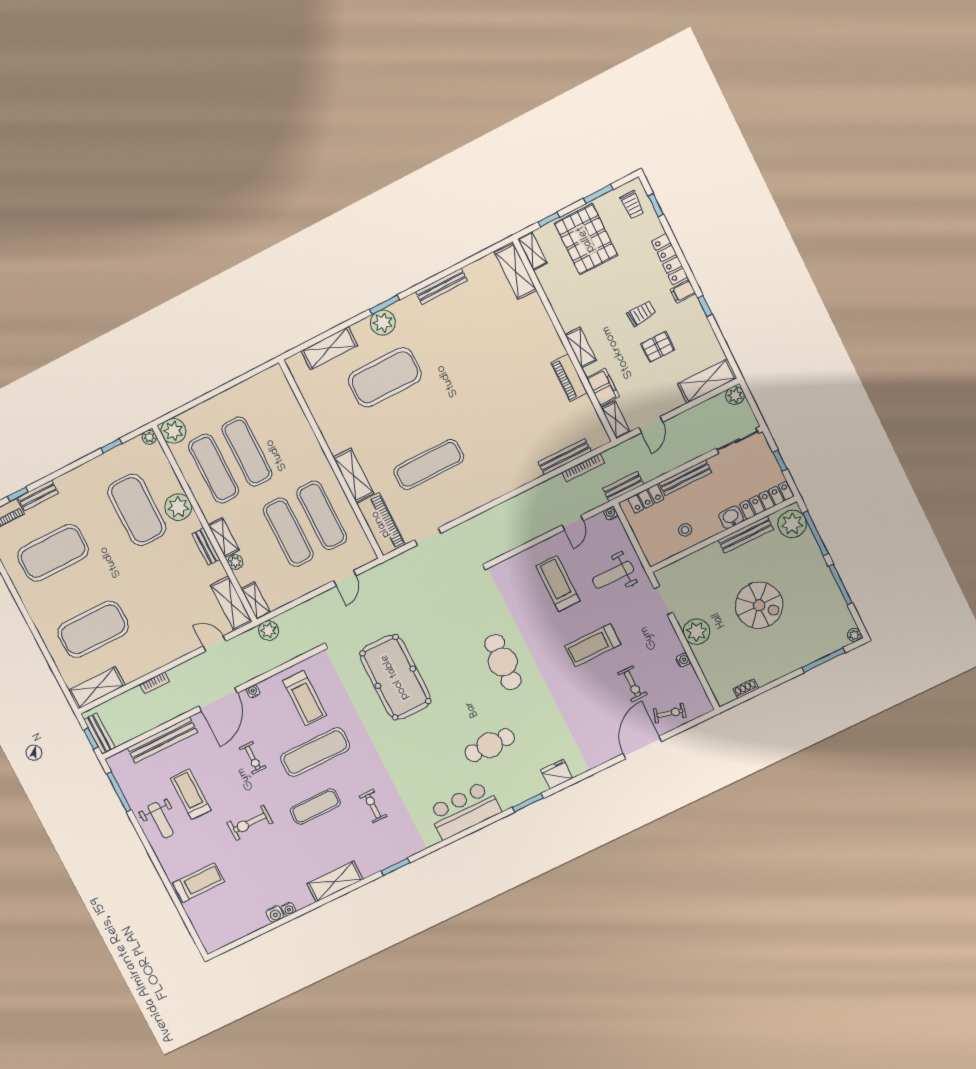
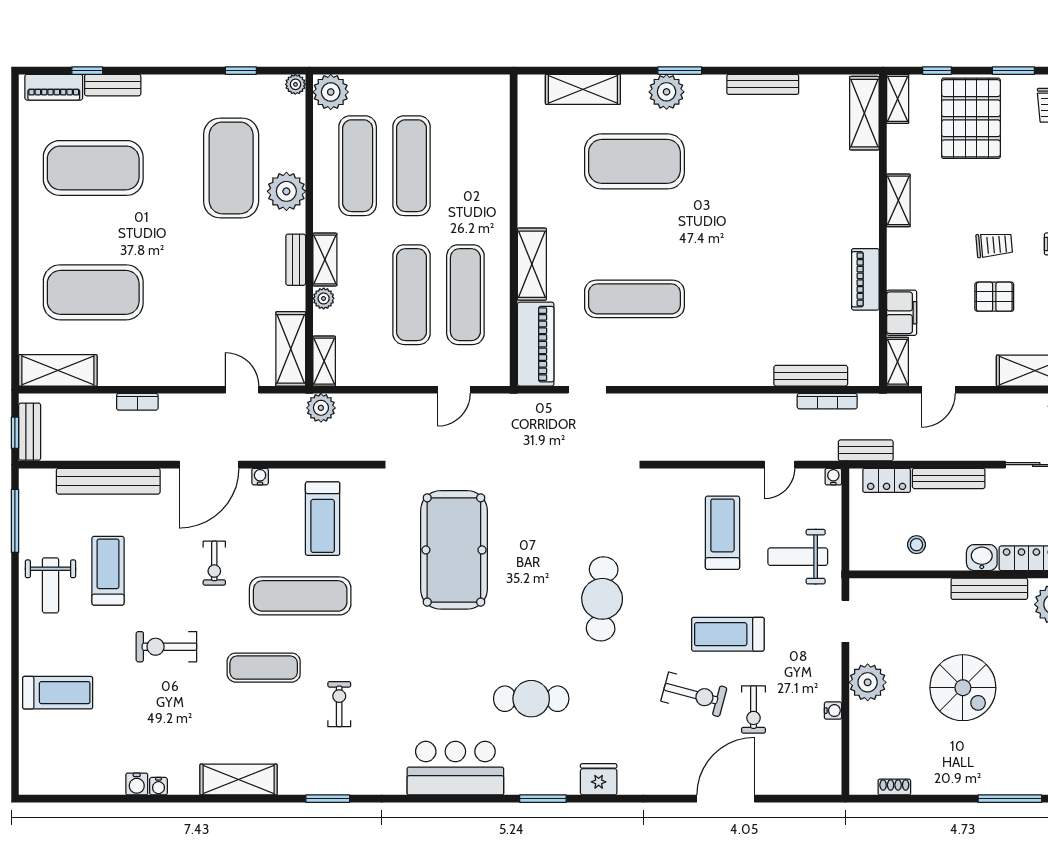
shelving: (581, 348) -> (898, 200), moved
exercise bike: (670, 713) -> (694, 694), moved, width x1.38, depth x1.39

